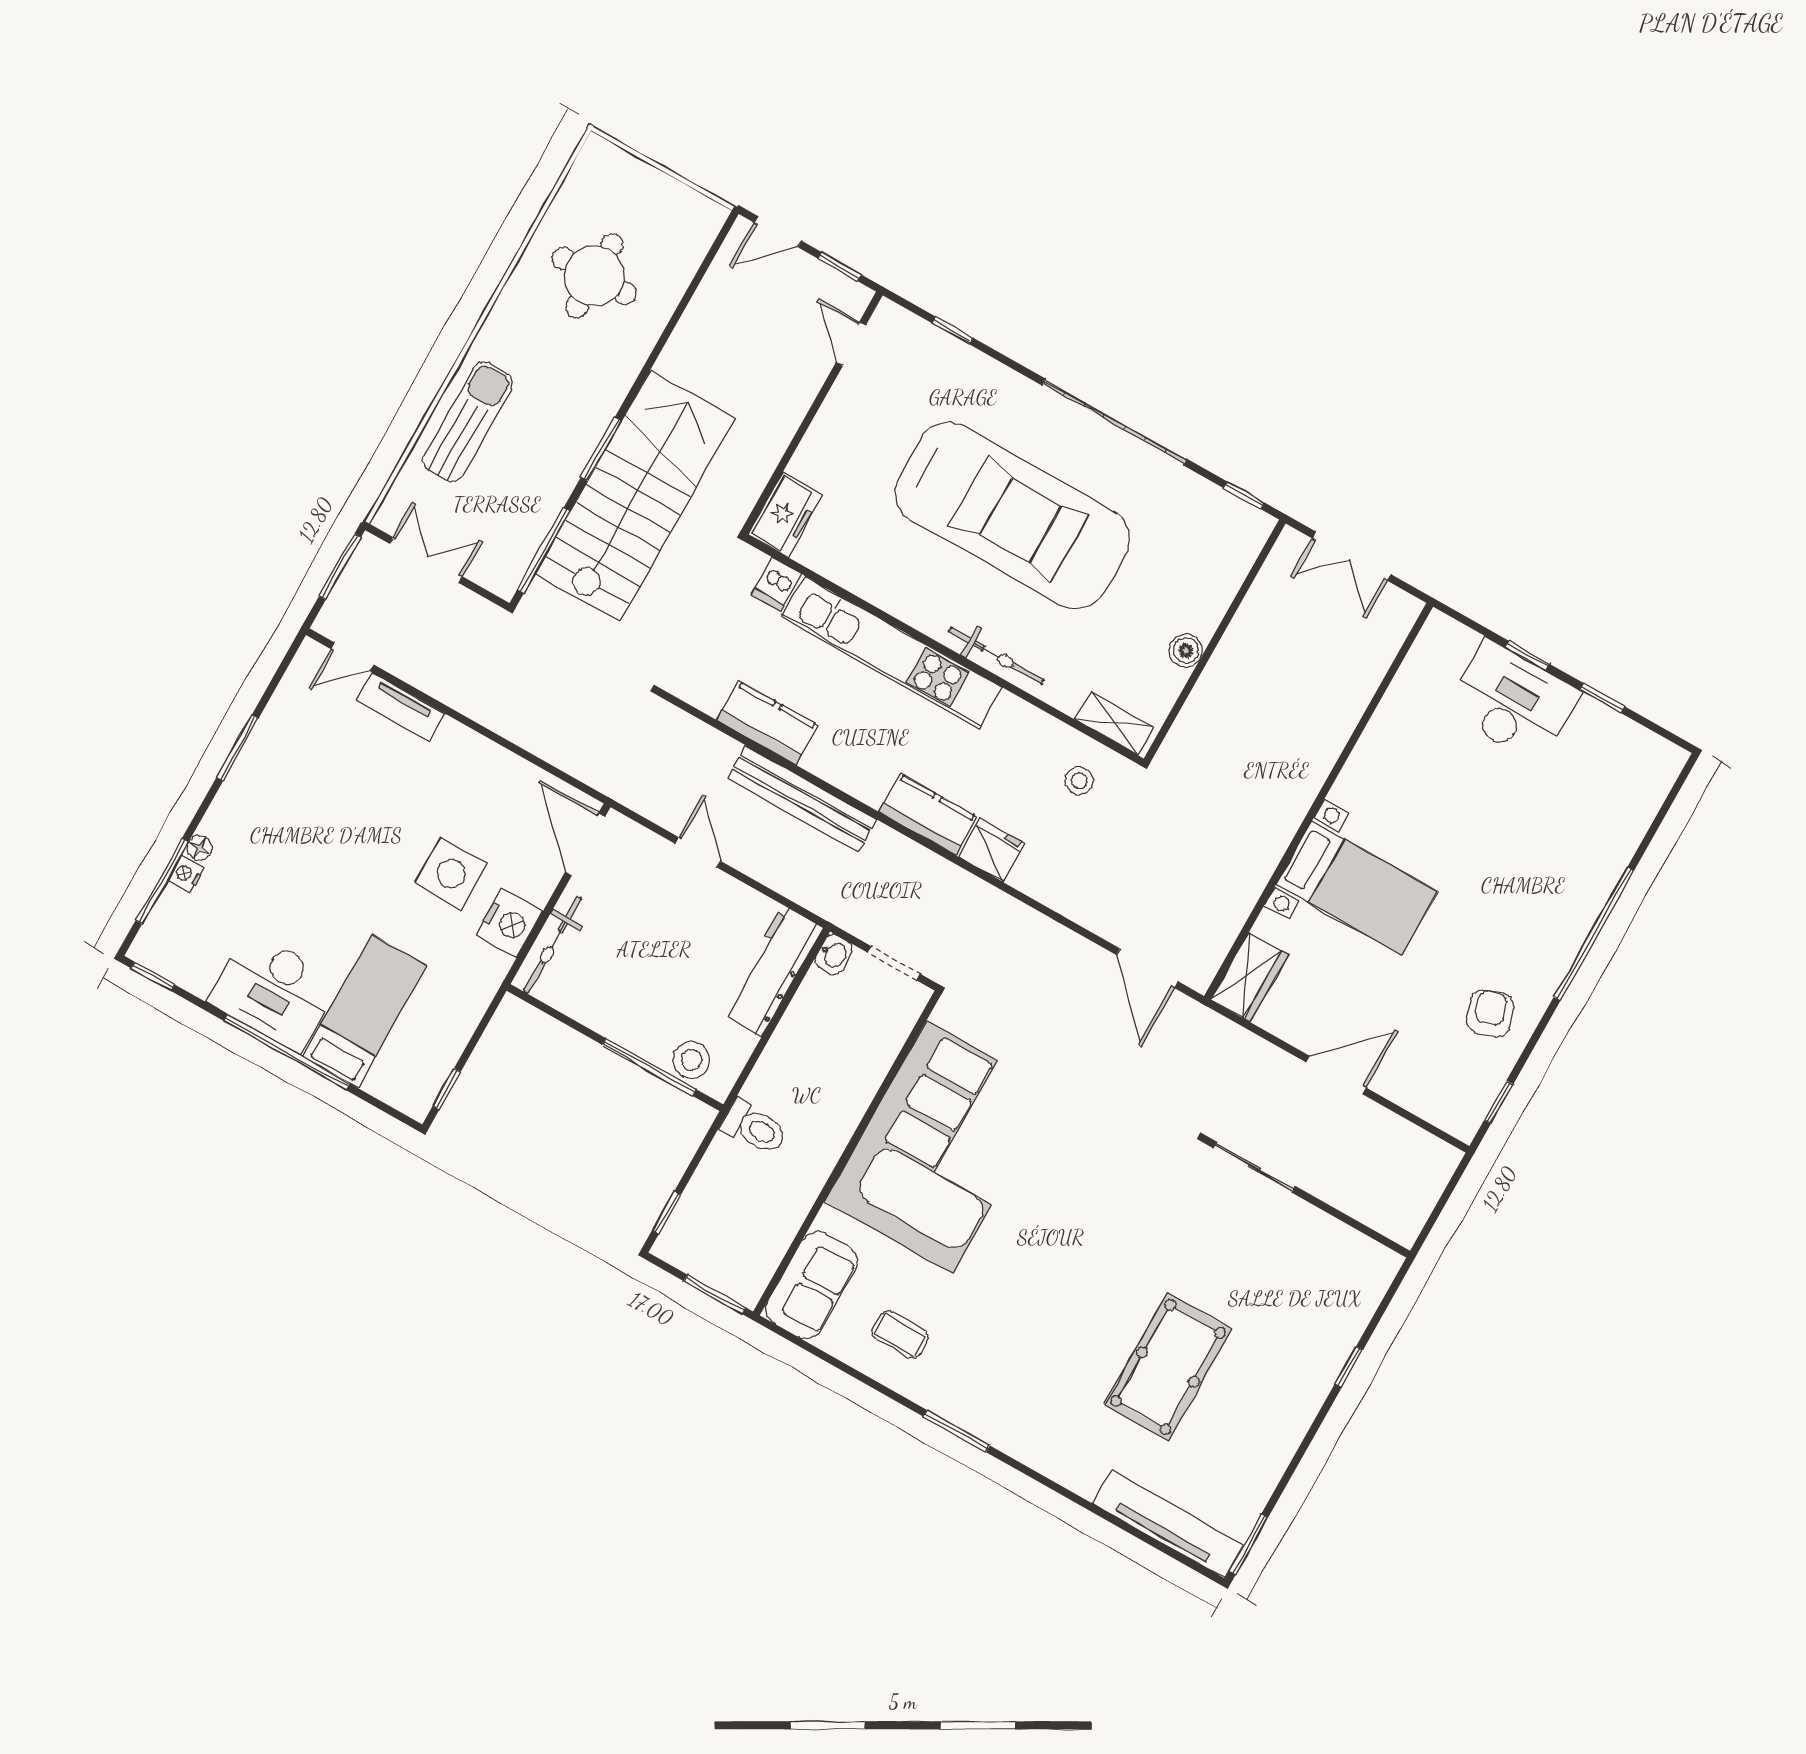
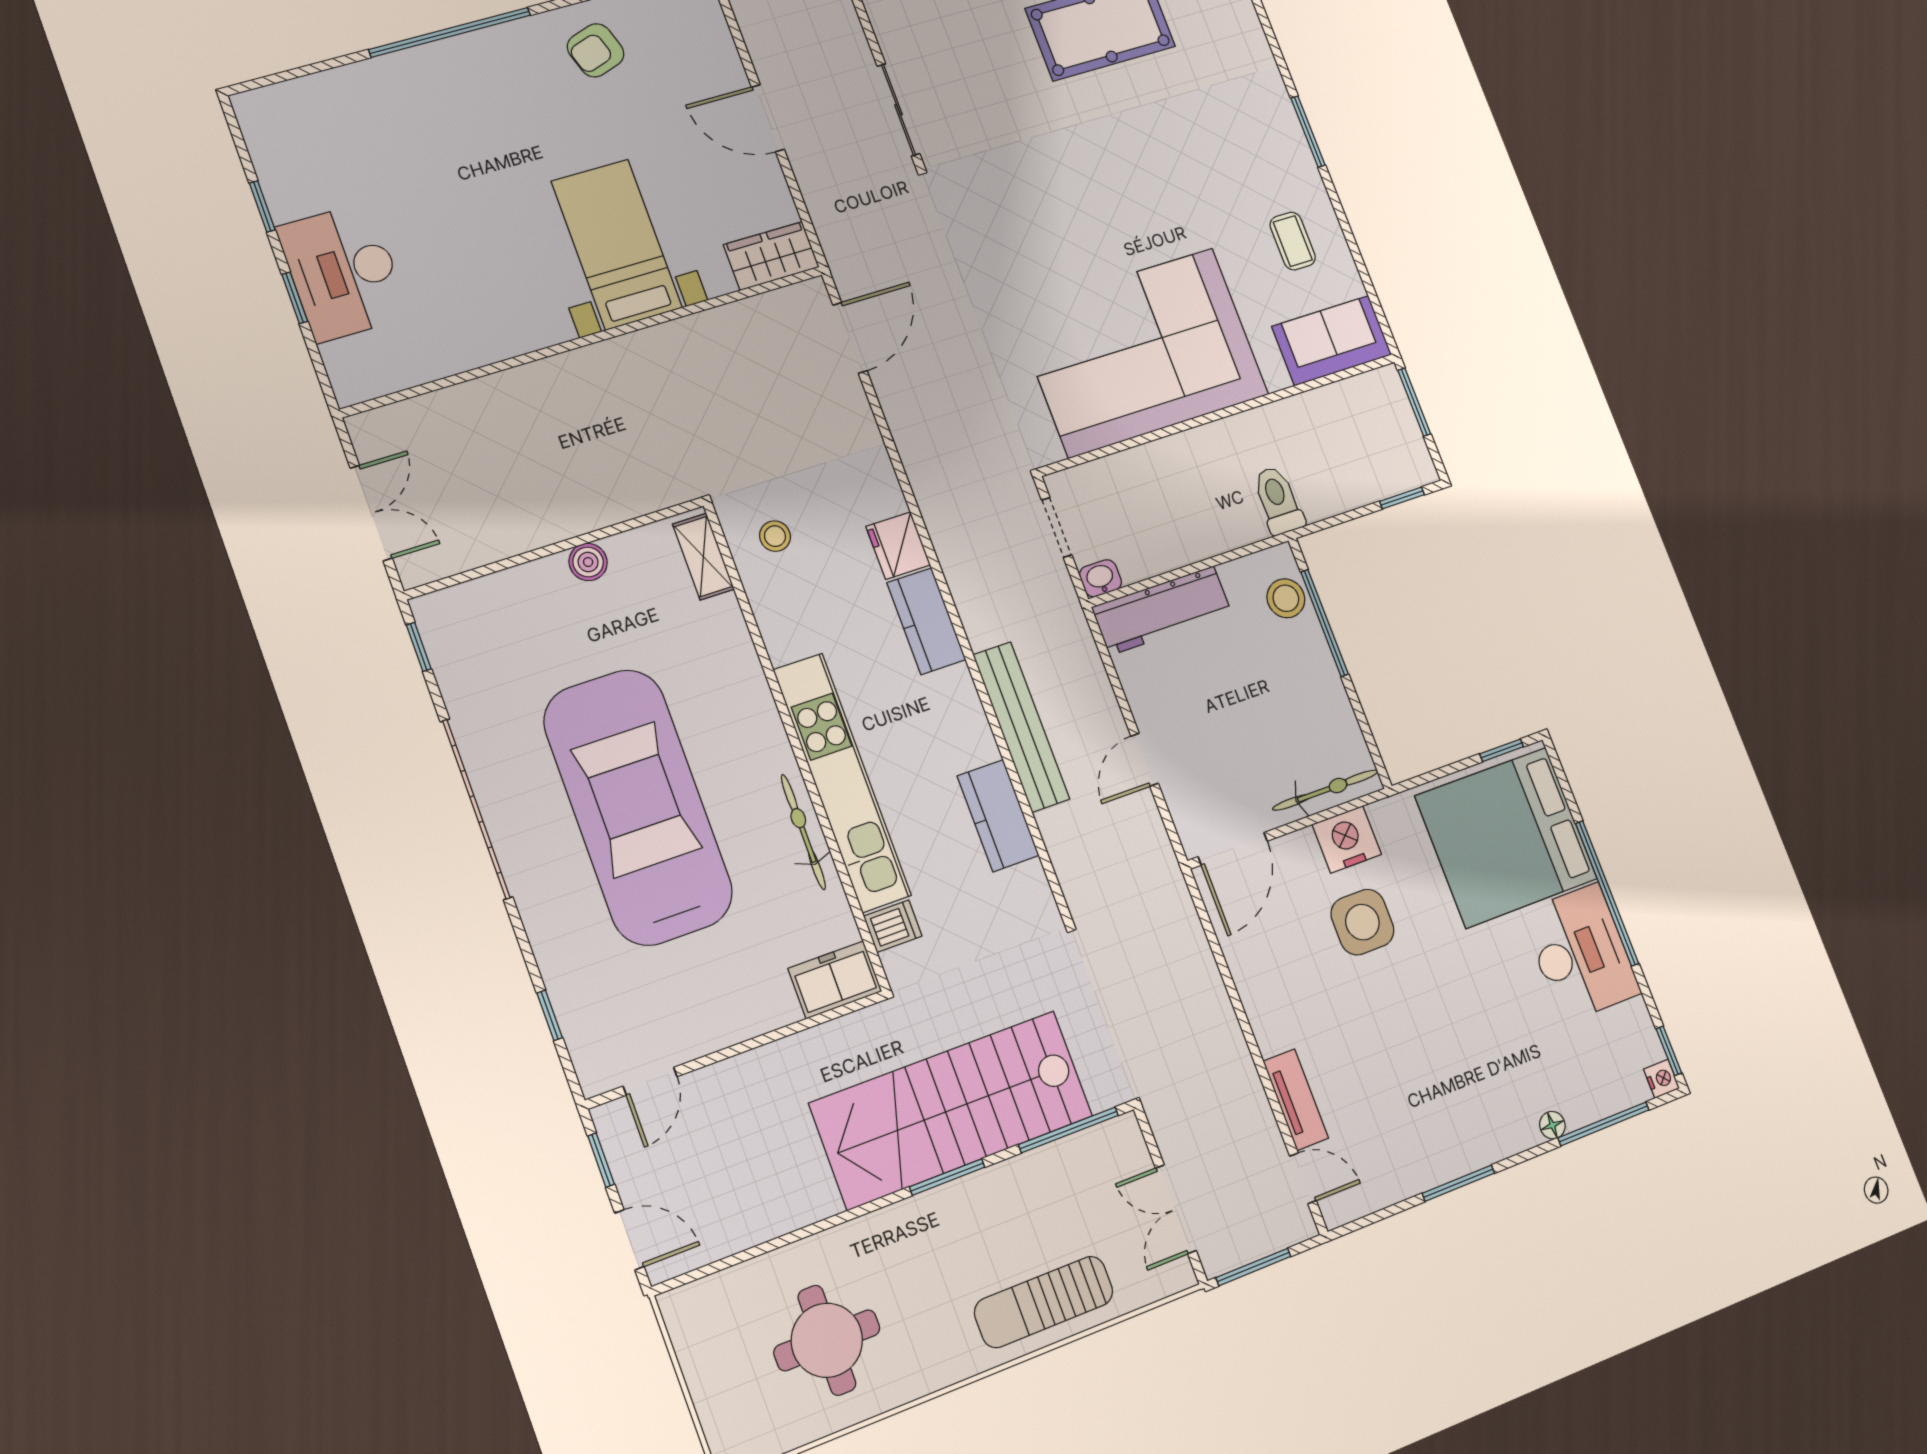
bicycle: (996, 656) -> (803, 832), moved
nightstand: (186, 874) -> (1661, 1079), moved, turned -90
bed: (365, 1011) -> (1506, 837), width x2.04

